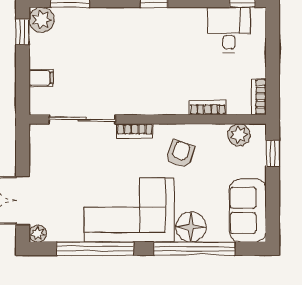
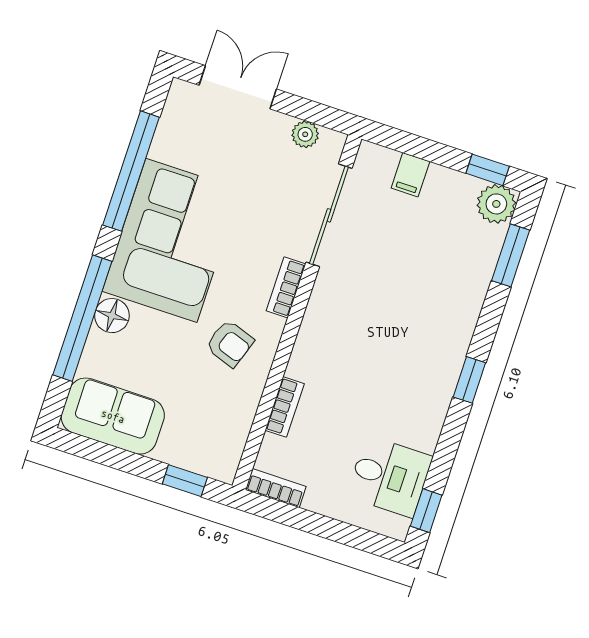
plant: (239, 135) -> (229, 440), removed
floor lamp: (191, 227) -> (112, 316), width x0.73, depth x0.73
plant: (38, 234) -> (305, 134), moved

